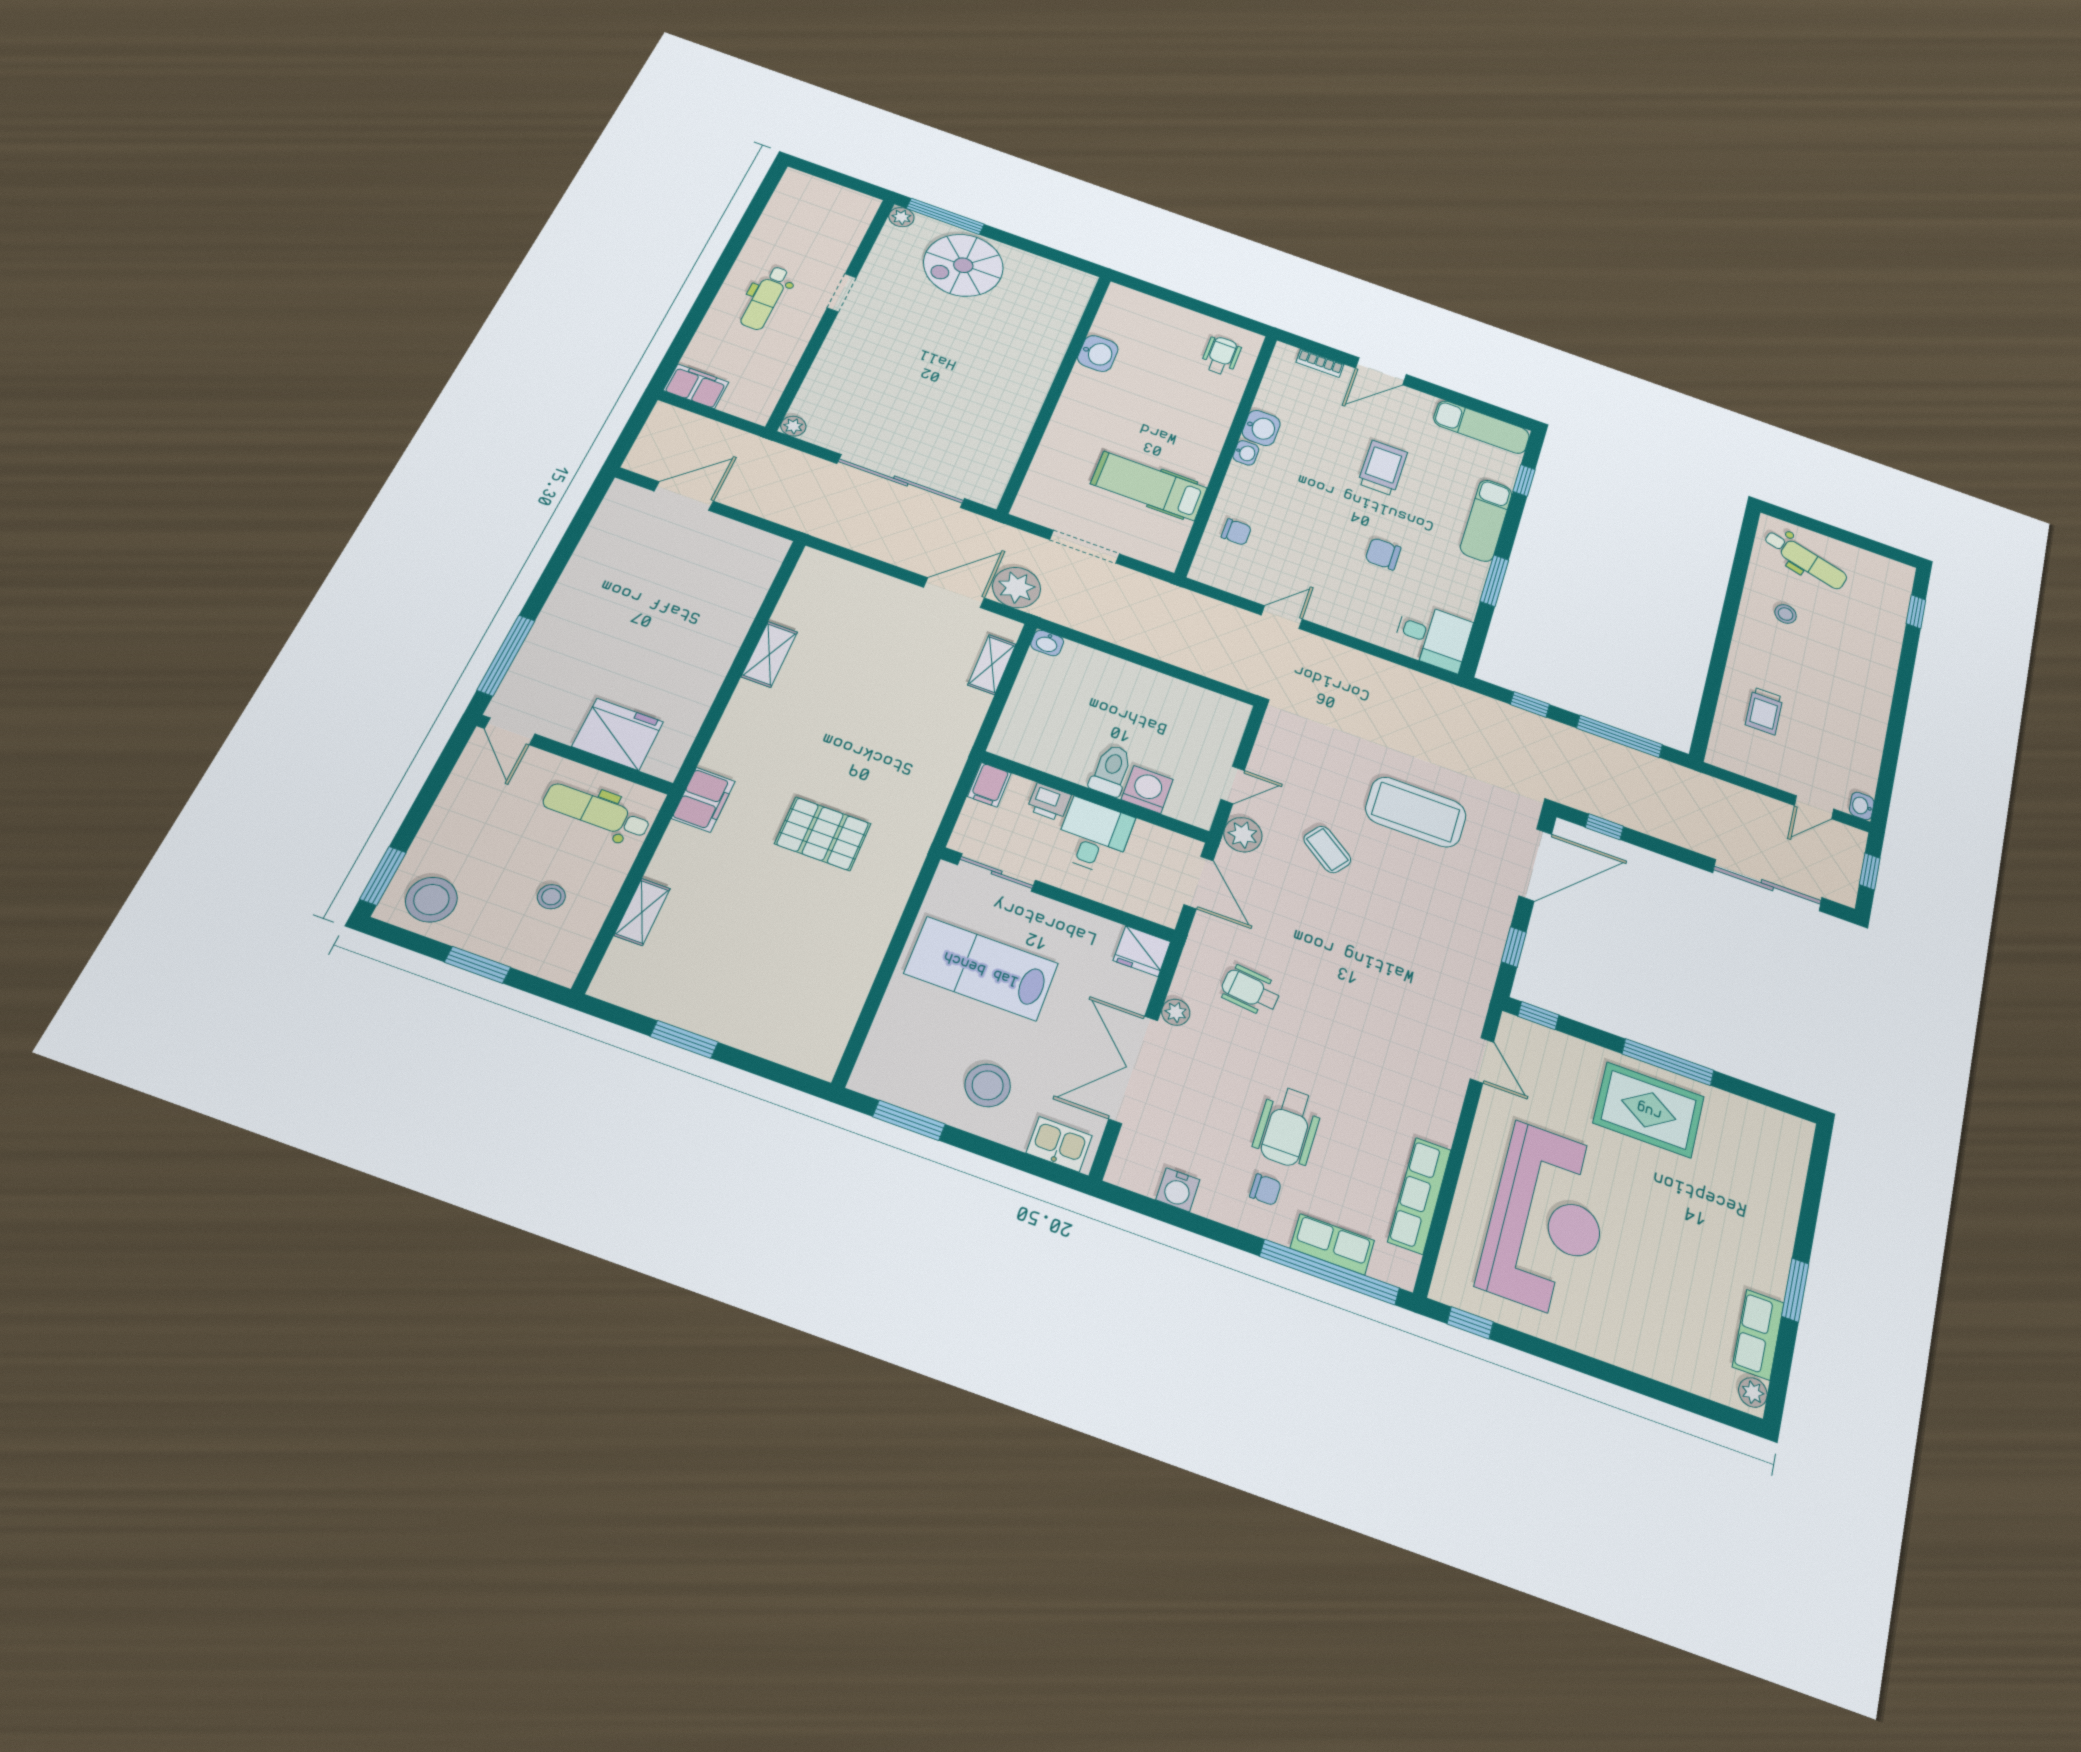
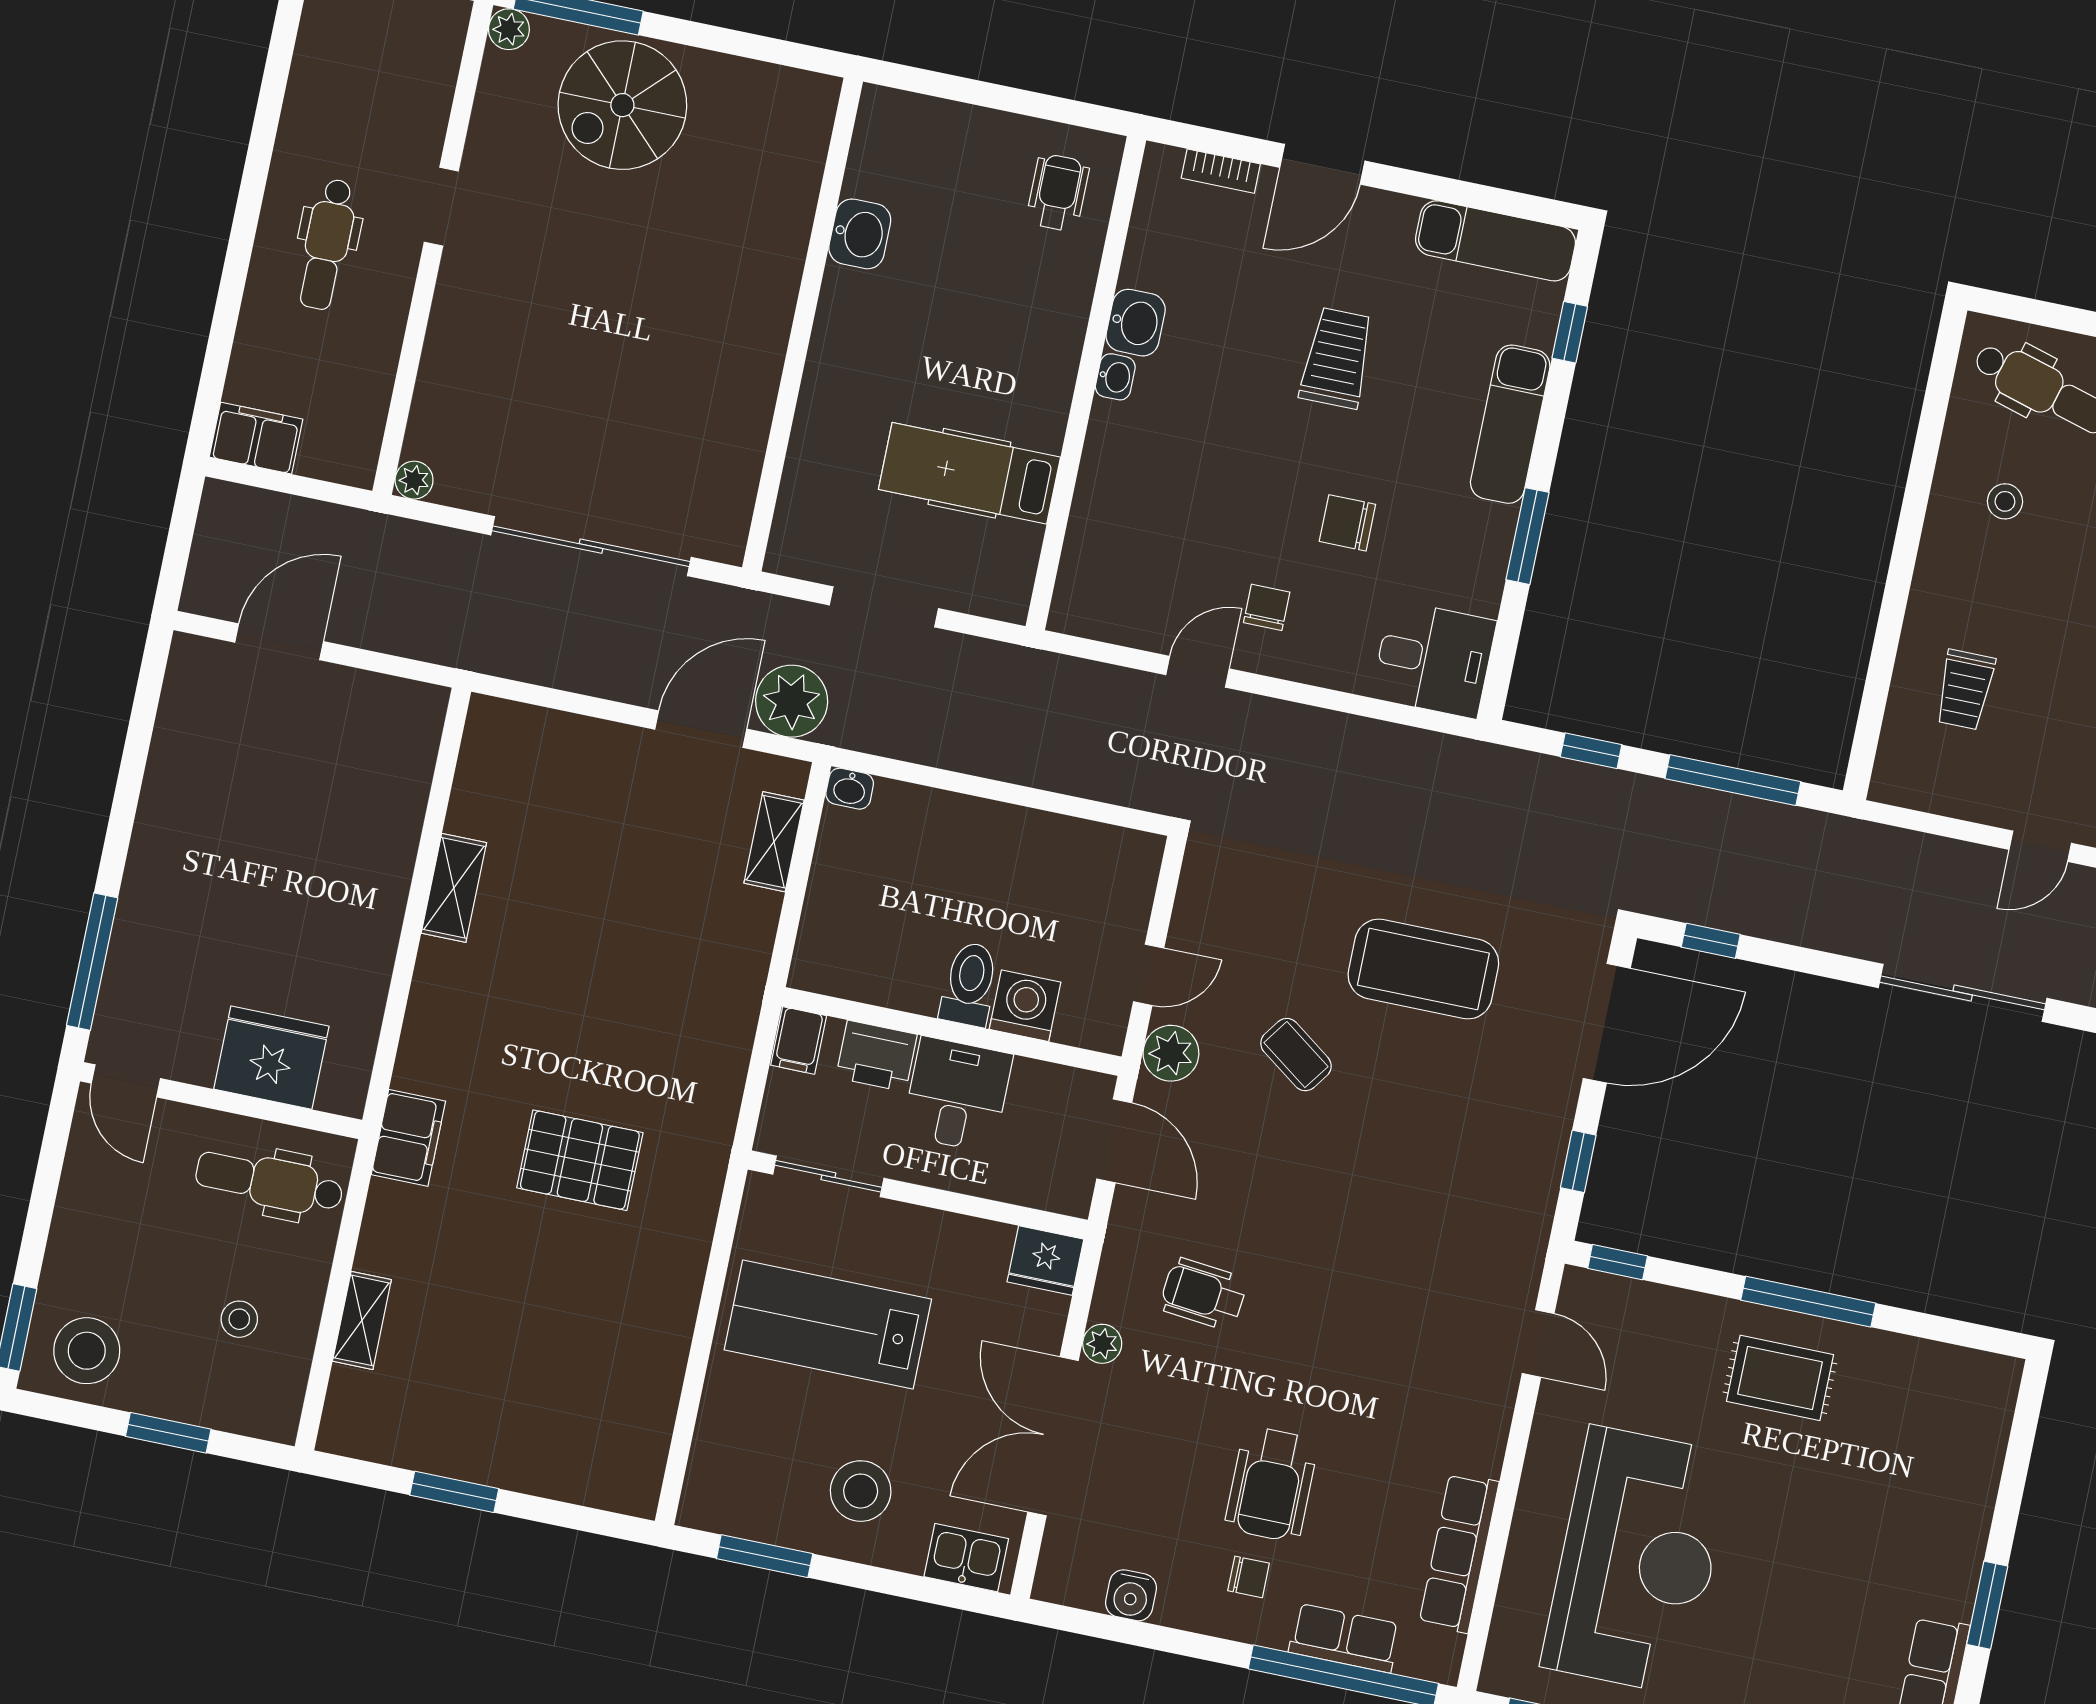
chair: (1236, 532) -> (1267, 607), moved, turned -90
printer: (1049, 802) -> (876, 1056), width x1.36, depth x1.24
rug: (1649, 1110) -> (1780, 1378), width x0.73, depth x0.70

